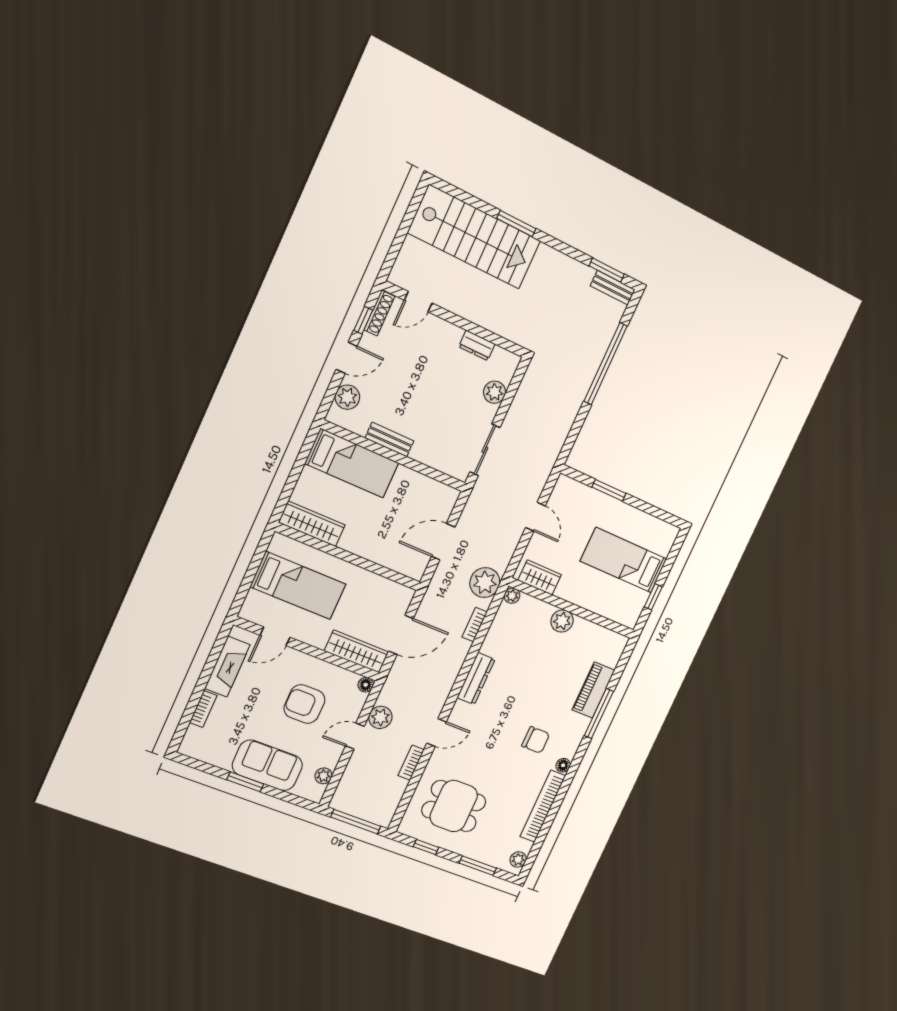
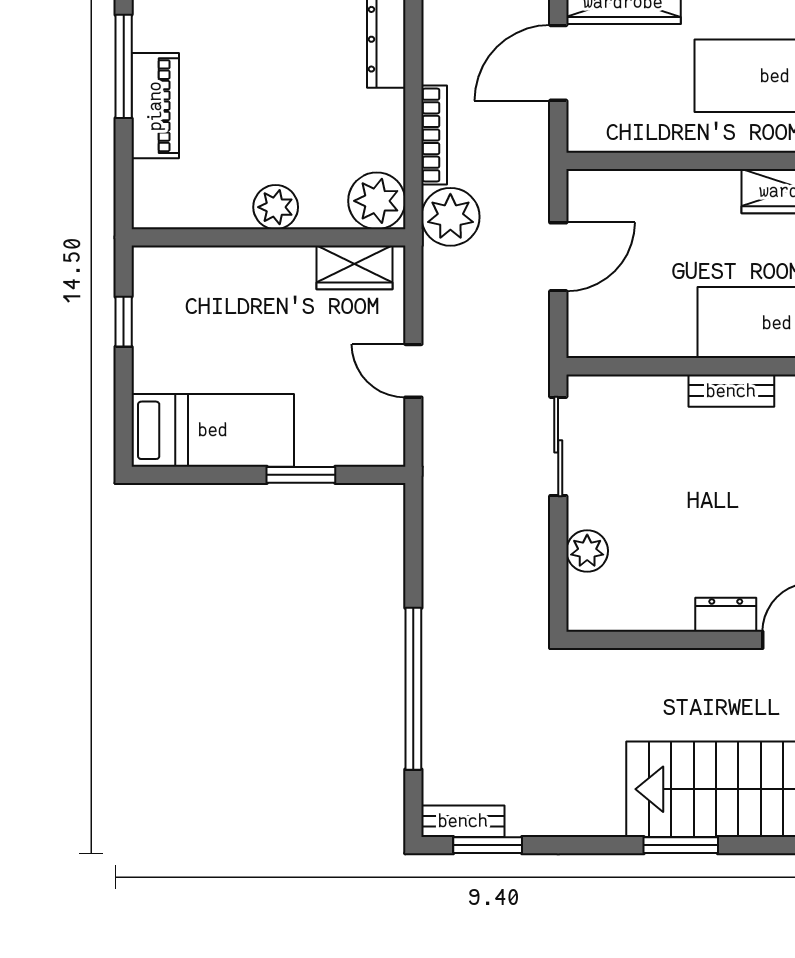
dresser: (477, 345) -> (726, 615), moved
bed: (624, 560) -> (213, 430), moved
plant: (512, 596) -> (377, 201), width x1.88, depth x1.88
bookcase: (475, 625) -> (434, 135), width x1.56

